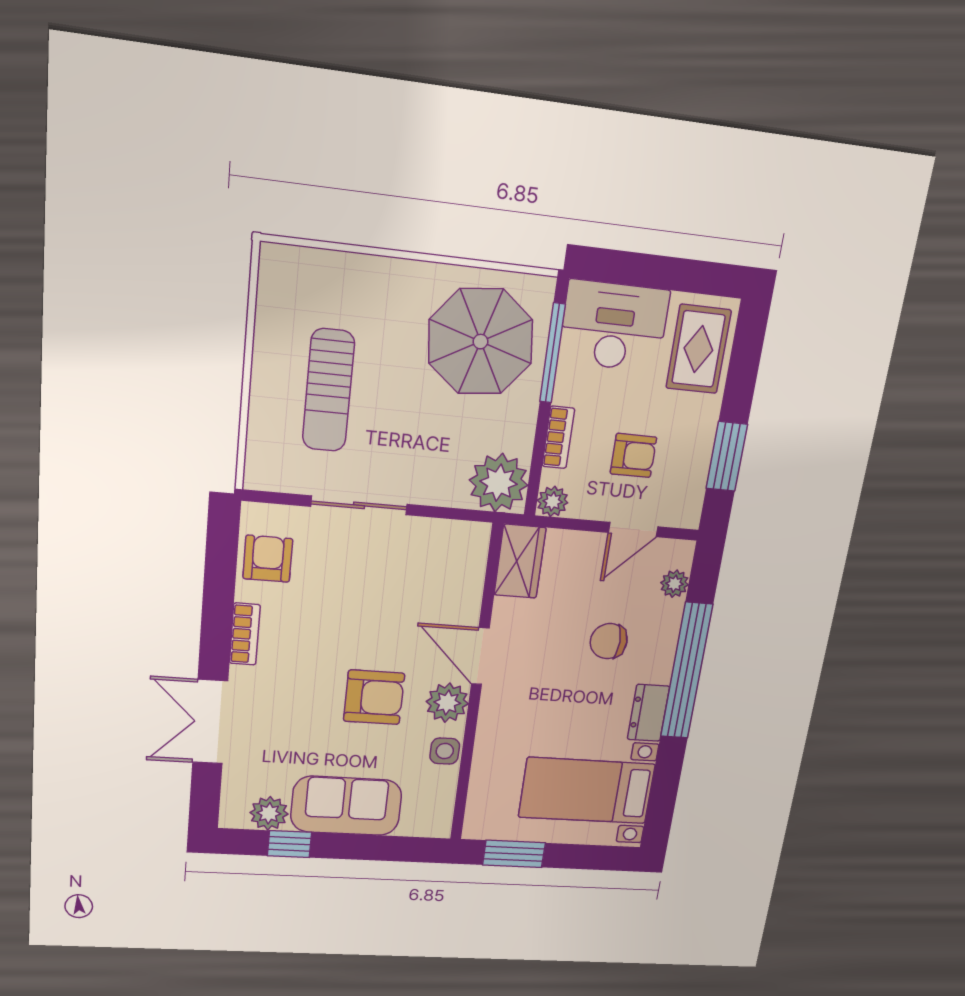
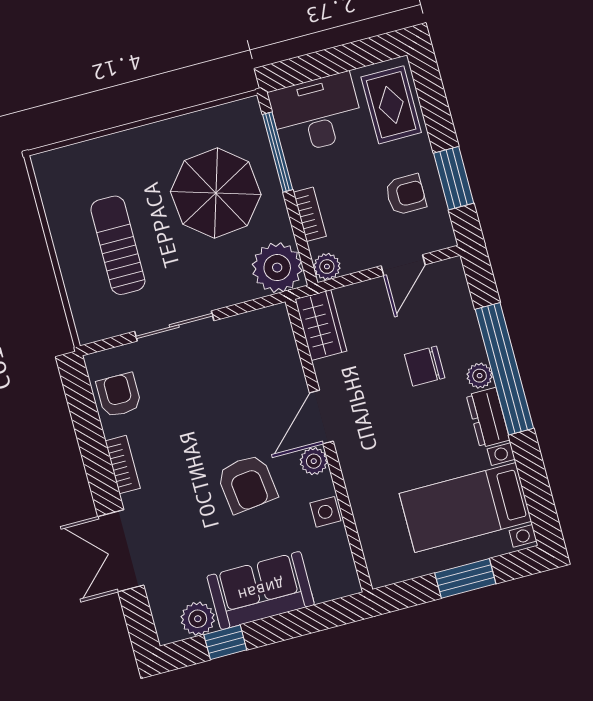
parasol: (481, 342) -> (216, 193), moved
sun lounger: (328, 390) -> (118, 245), turned 180
armchair: (633, 455) -> (406, 194), moved
plant: (675, 584) -> (480, 376), moved
door: (480, 656) -> (321, 417), hinge flipped
armchair: (374, 697) -> (247, 484), turned 83
plant: (447, 703) -> (314, 461), width x0.73, depth x0.73
window: (514, 854) -> (465, 578), moved

